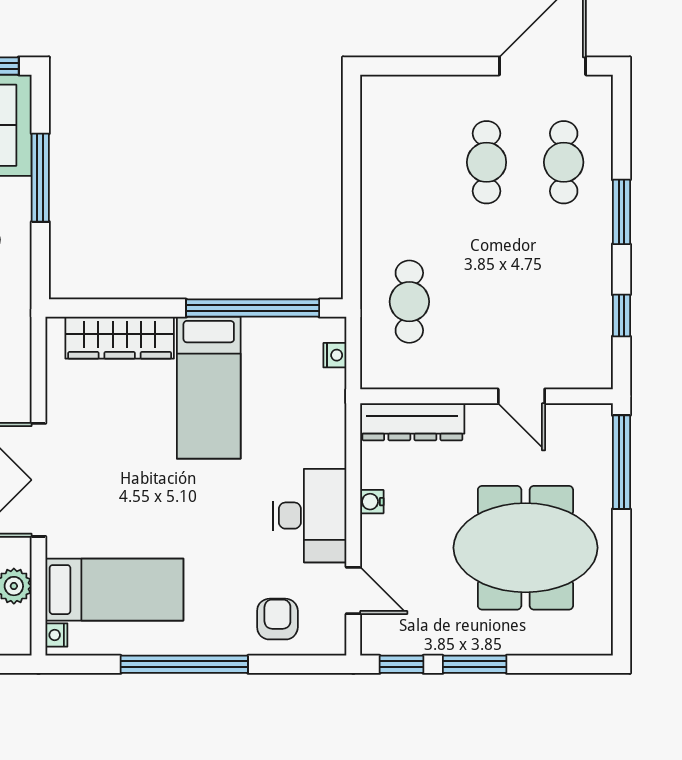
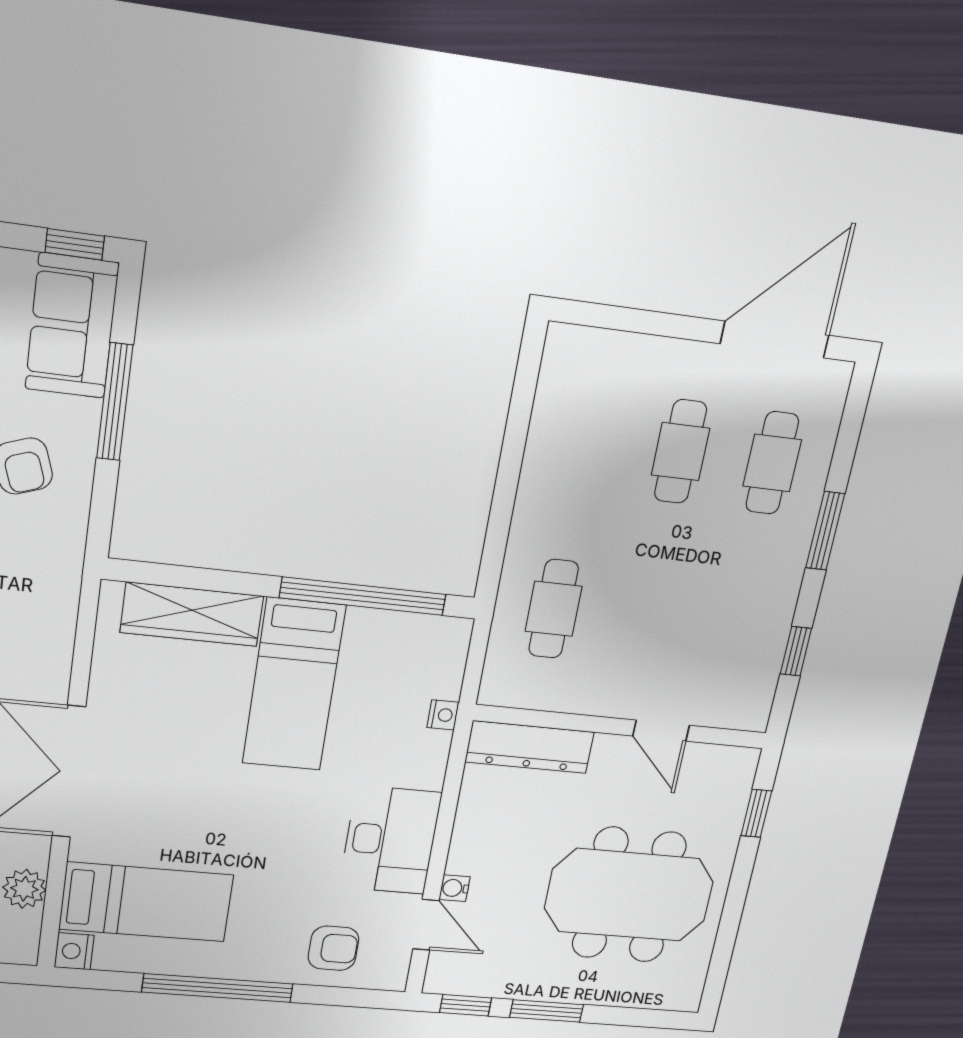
nightstand: (335, 355) -> (443, 715), moved
window: (621, 462) -> (756, 813), width x0.46
water cooler: (372, 502) -> (454, 888), moved
armchair: (277, 619) -> (333, 948), turned 90
nightstand: (56, 635) -> (74, 951), width x1.39, depth x1.35

